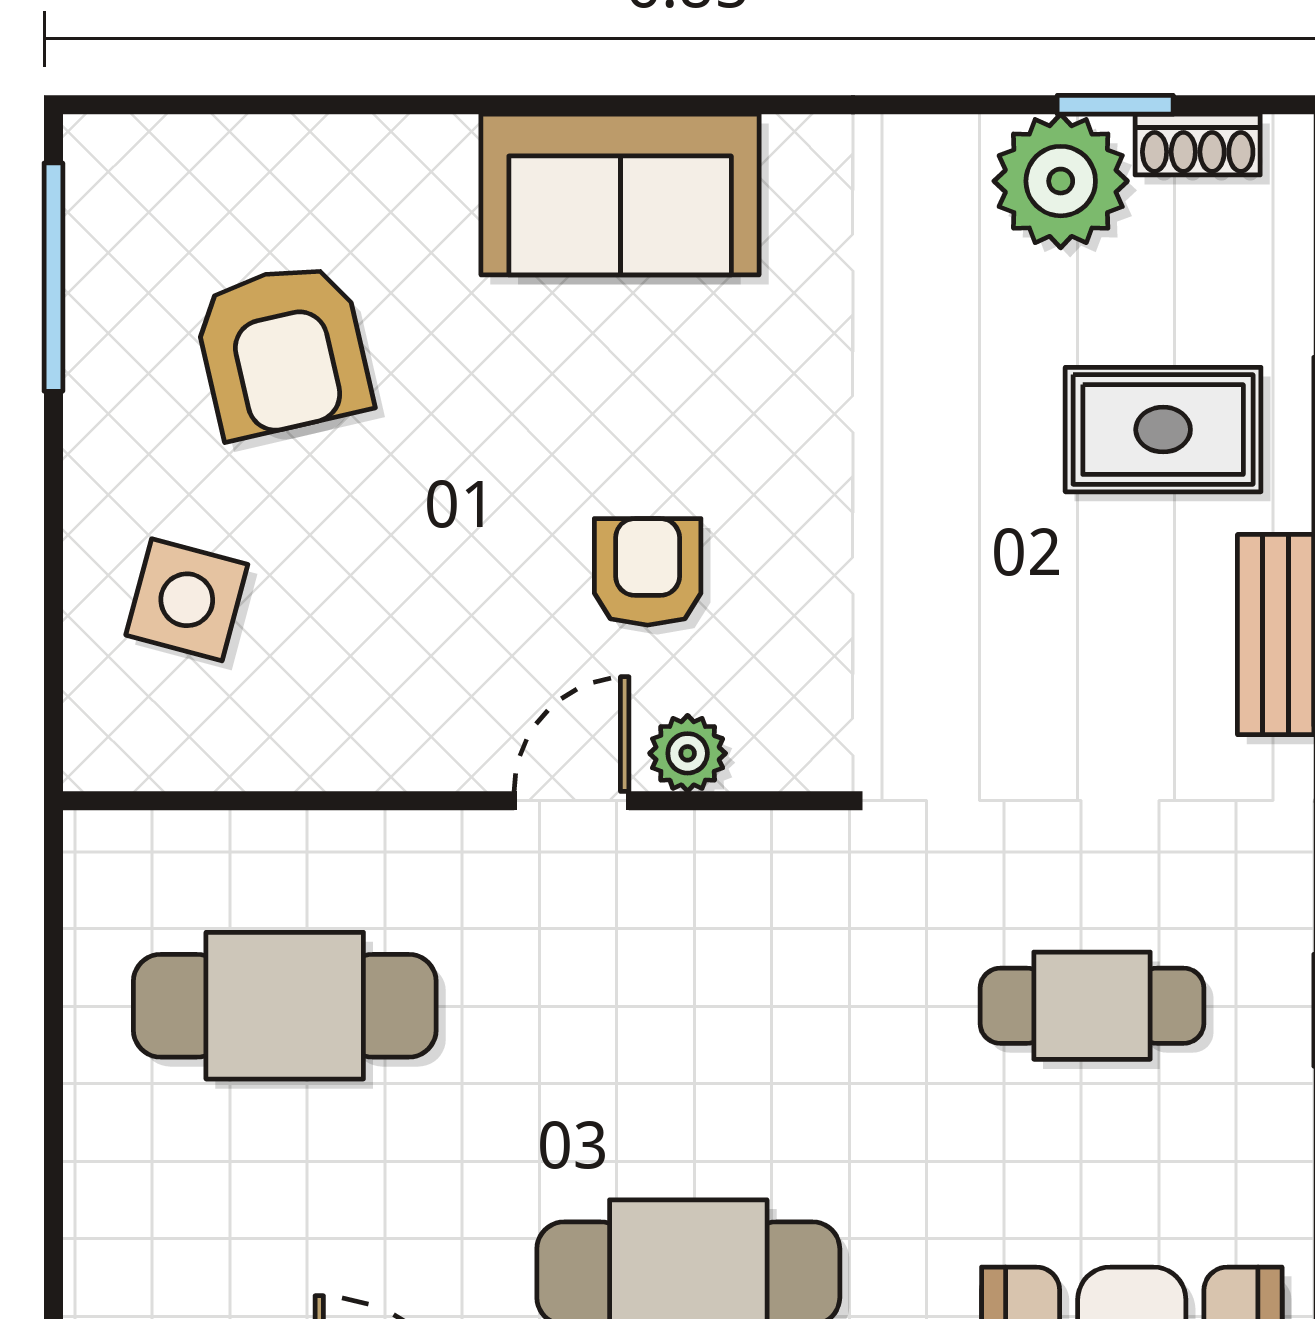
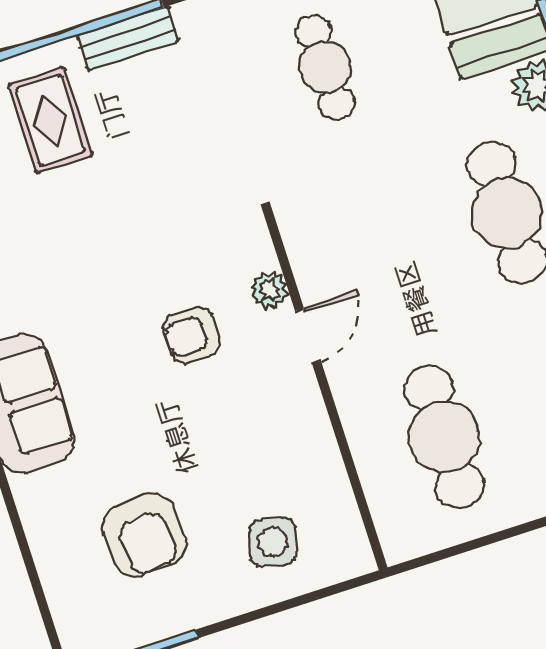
armchair: (283, 350) -> (144, 535), turned 99
door: (572, 801) -> (308, 336), swing flipped

